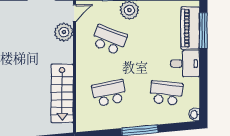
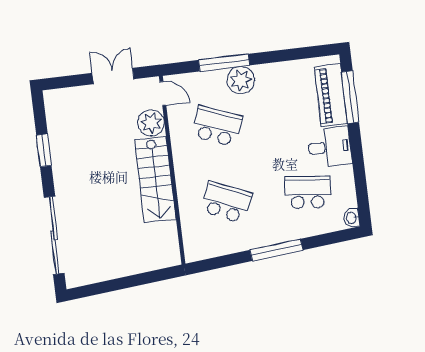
door: (74, 13) -> (163, 94), hinge flipped
stairs: (62, 93) -> (155, 180), moved
school desk: (109, 93) -> (226, 202), turned 36

